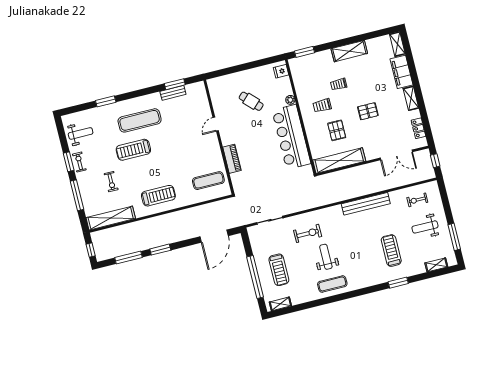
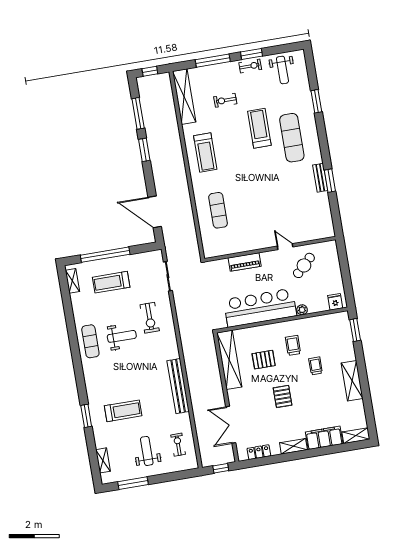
door: (216, 124) -> (285, 247), moved
wall: (219, 137) -> (270, 249), moved
piano: (232, 159) -> (245, 262), moved

